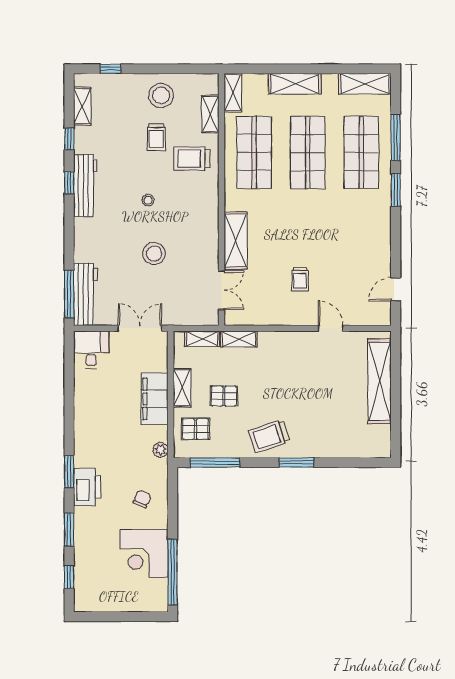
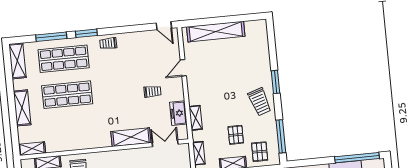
shop shelf: (254, 152) -> (71, 131), removed
trolley: (378, 221) -> (108, 43), added
door: (396, 289) -> (164, 26), moved
freezer: (264, 314) -> (178, 113), added
shelving: (239, 339) -> (196, 118), moved

